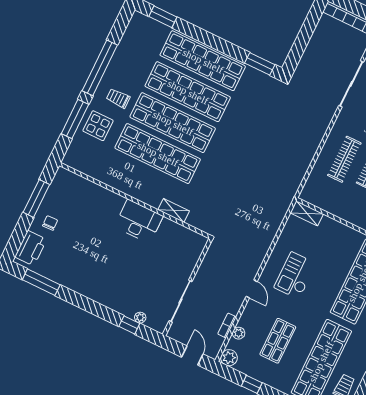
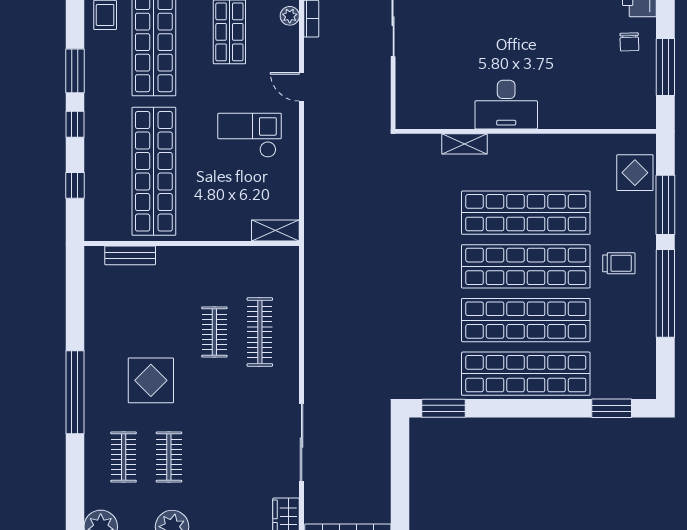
display table: (98, 126) -> (635, 173), moved
checkout: (295, 276) -> (250, 135), turned -90

